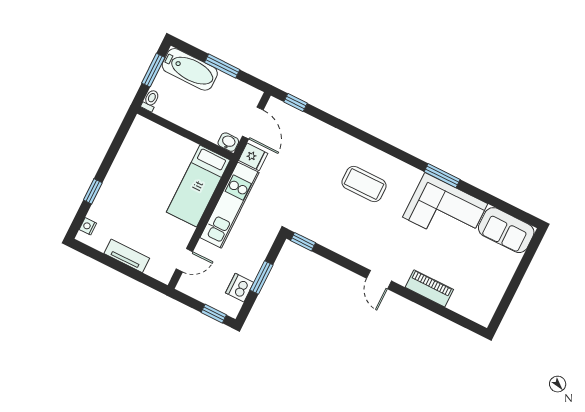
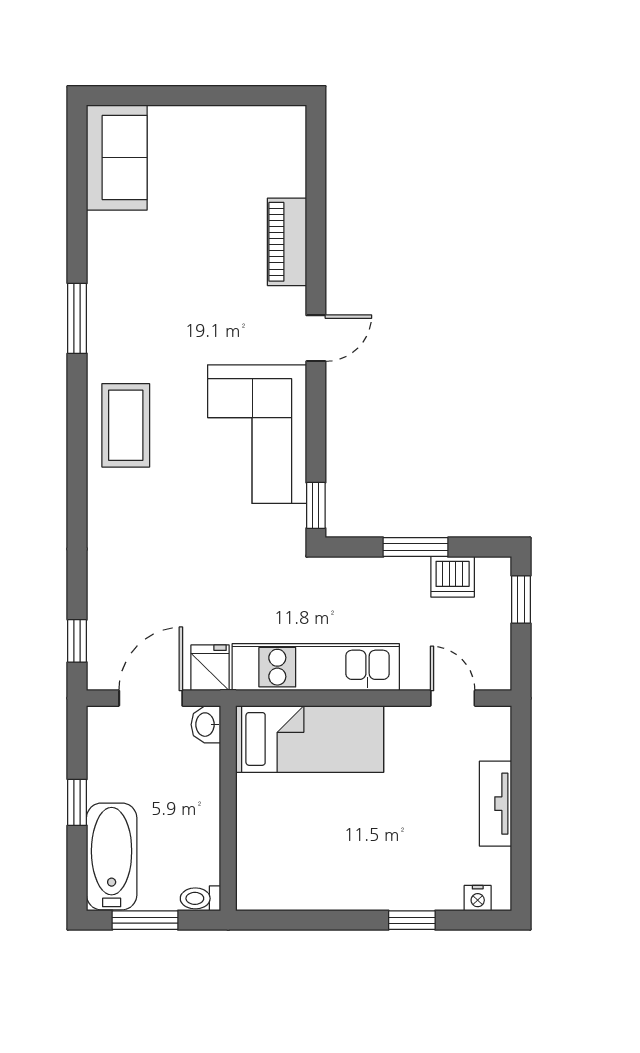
window: (222, 66) -> (77, 802), width x0.67
coffee table: (364, 184) -> (126, 425), moved
corner sofa: (445, 210) -> (257, 434), moved, turned 180

